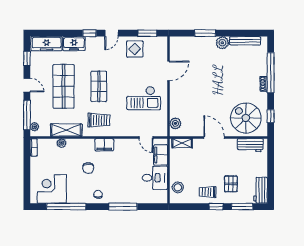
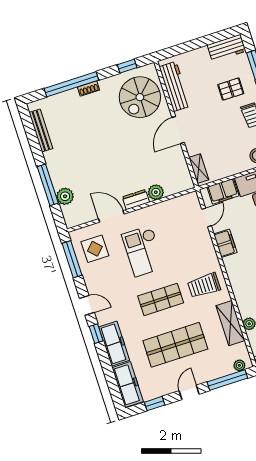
window: (147, 33) -> (72, 259), width x1.44
window: (205, 33) -> (48, 185), width x1.44
plant: (222, 43) -> (65, 196), moved
freezer: (74, 44) -> (114, 344), width x1.40
display table: (135, 49) -> (95, 249), moved
dresser: (175, 92) -> (136, 200), added
checkout: (144, 98) -> (143, 251), moved, turned 180
trolley: (99, 120) -> (204, 285), turned -91
plant: (175, 123) -> (156, 192), moved
filing cabinet: (104, 145) -> (225, 243), moved
workbench: (250, 145) -> (175, 86), width x1.38

